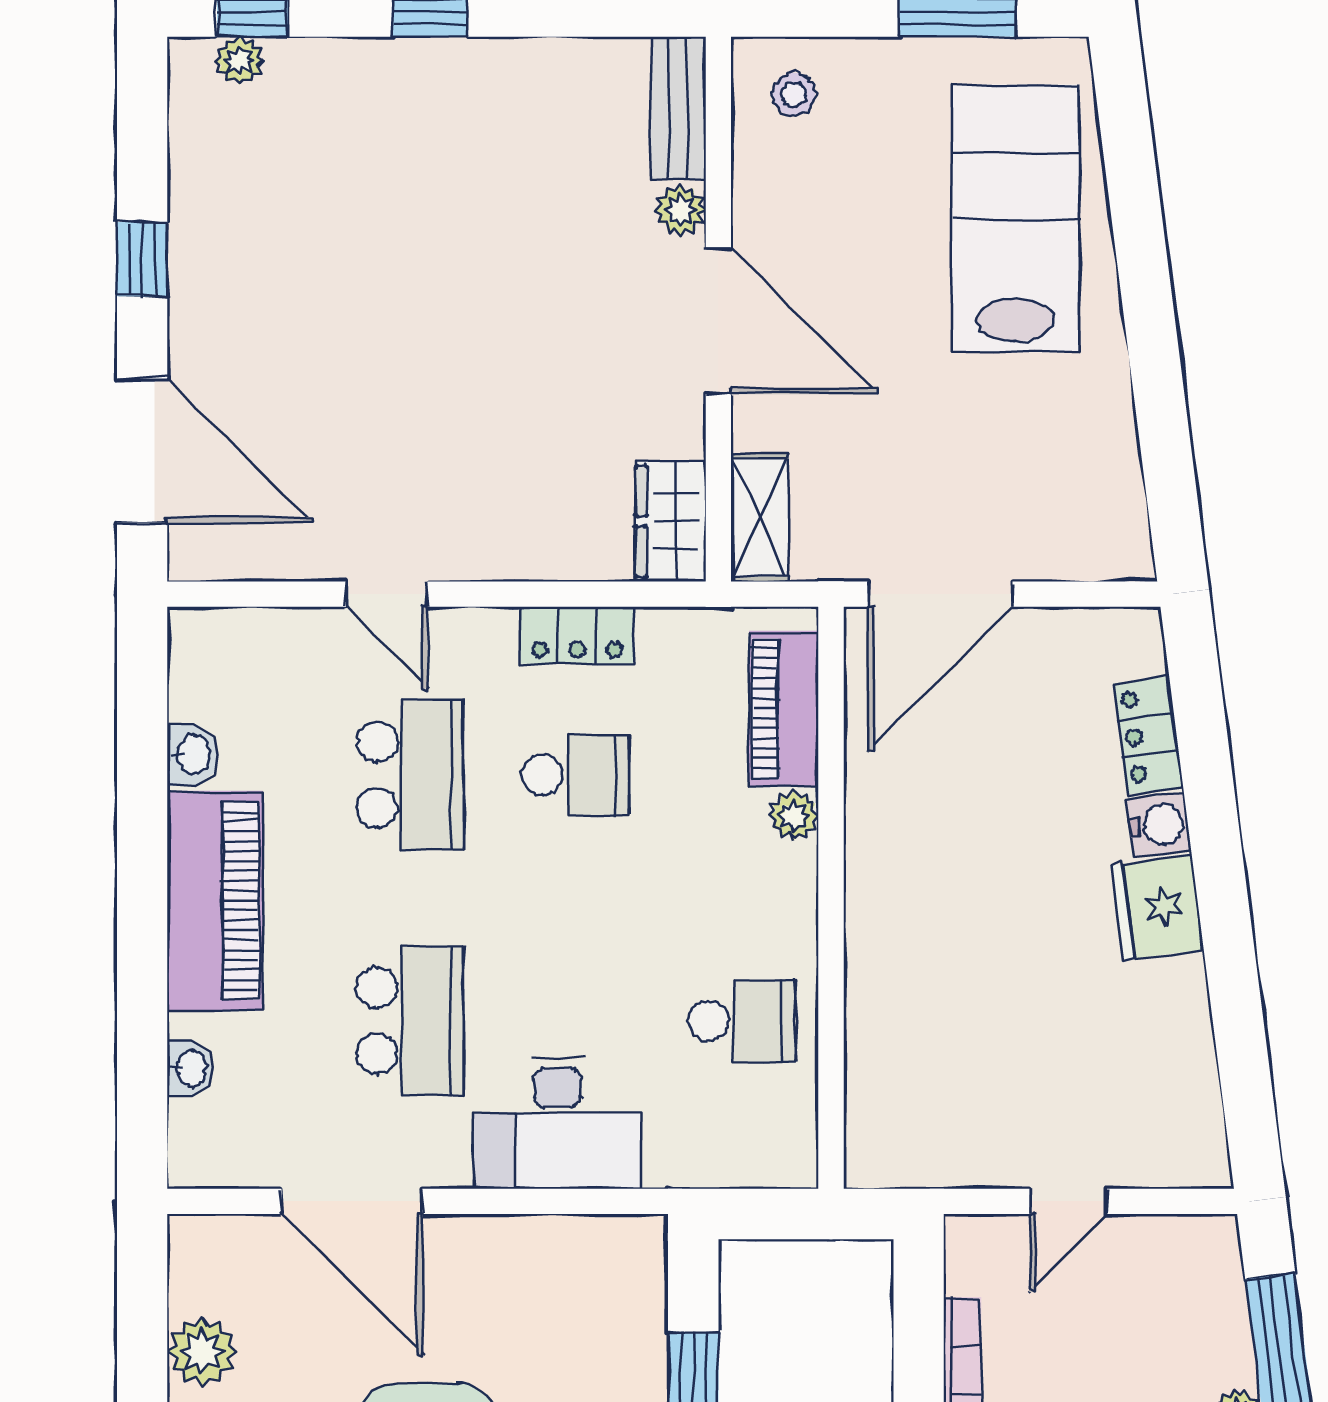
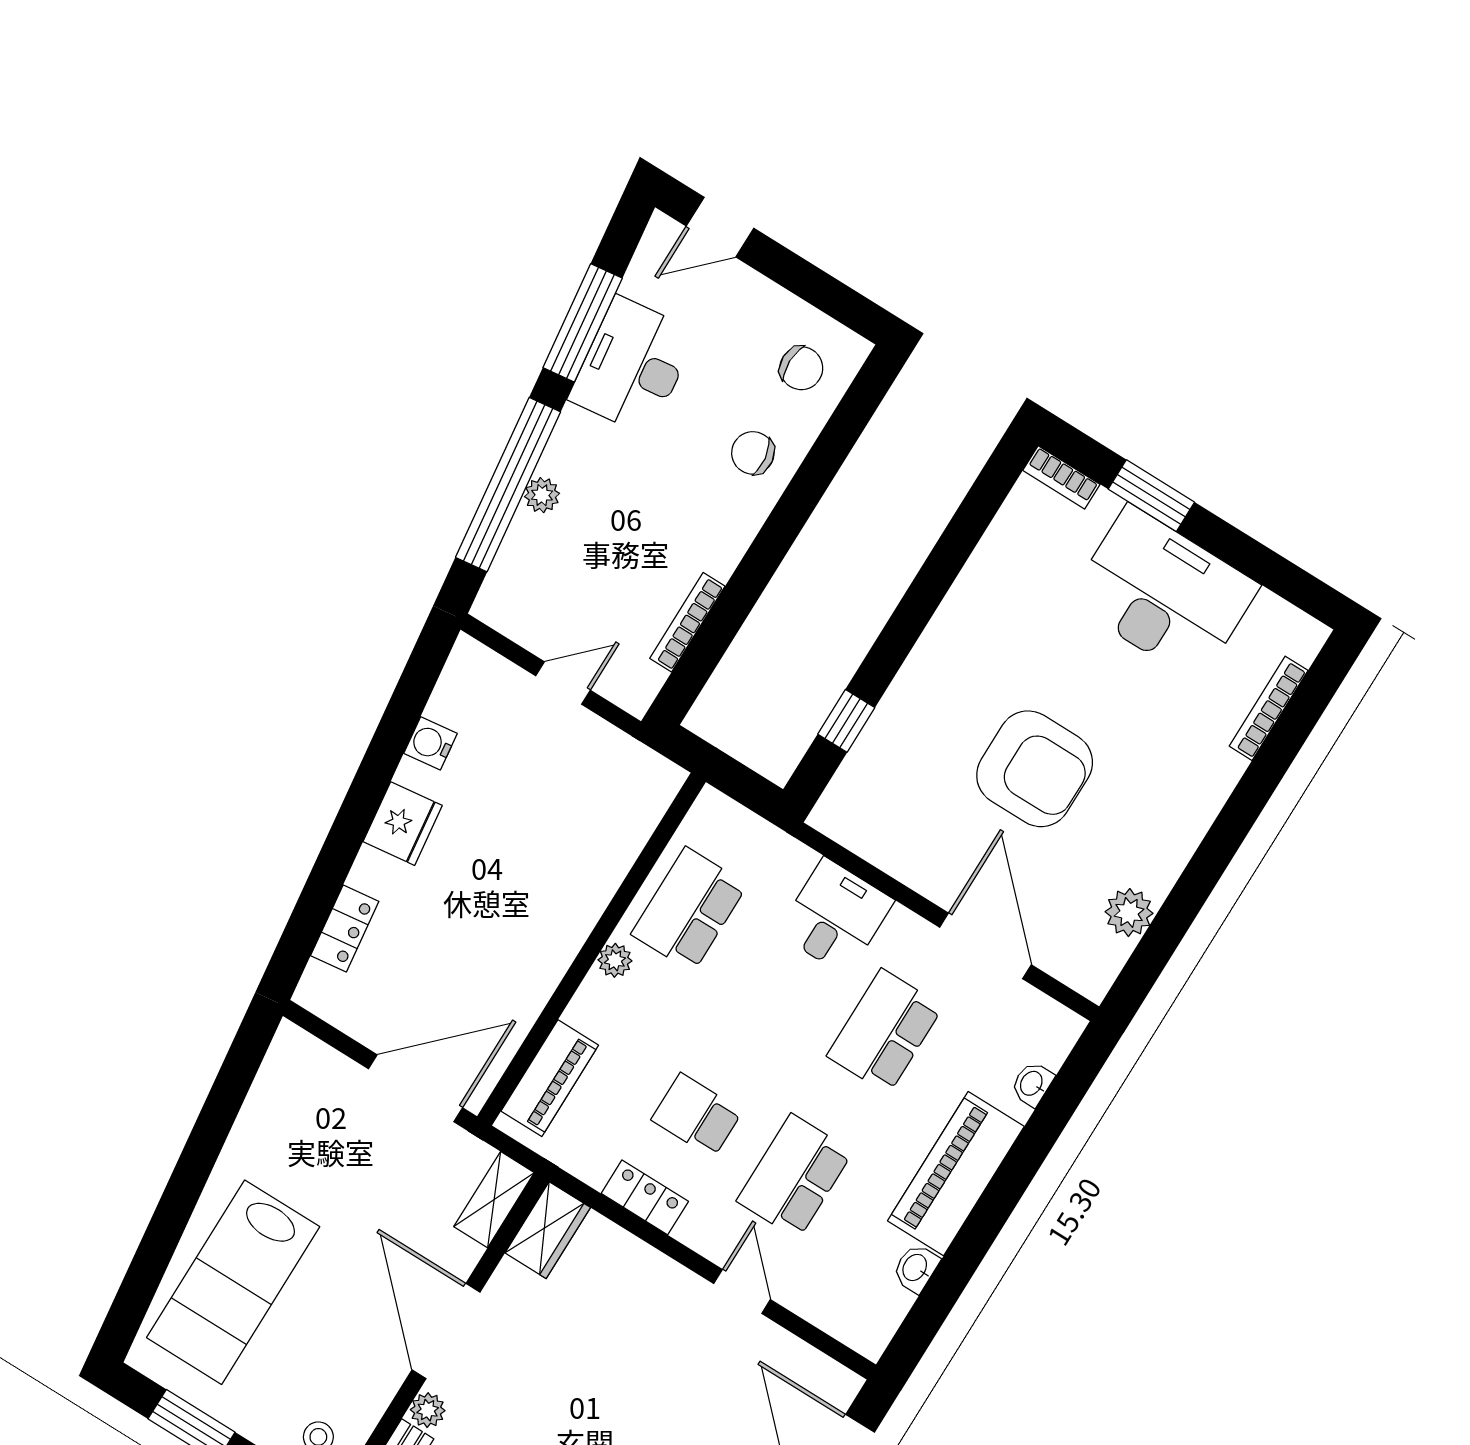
plant: (794, 816) -> (615, 960), moved
water cooler: (1159, 825) -> (430, 743), moved
school desk: (742, 1021) -> (689, 910), width x1.85
desk: (558, 1123) -> (836, 917), width x0.73

